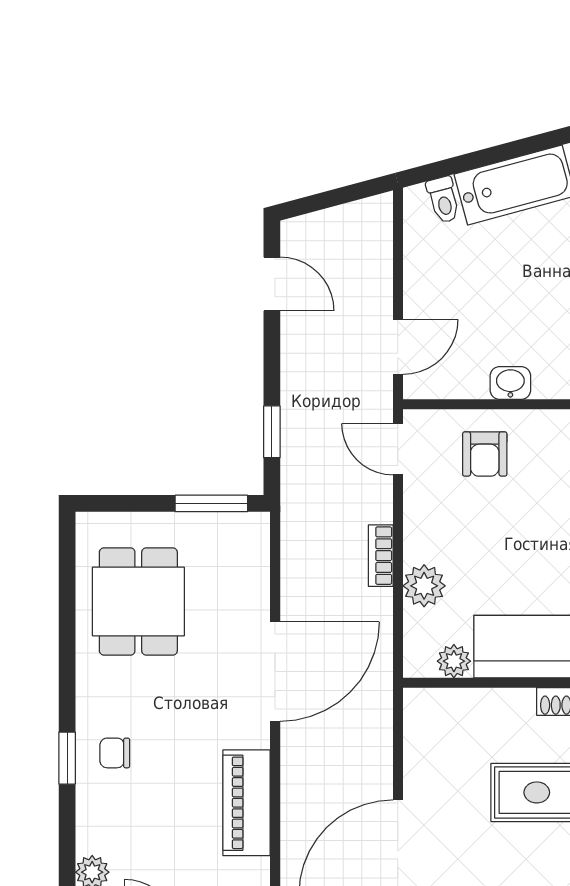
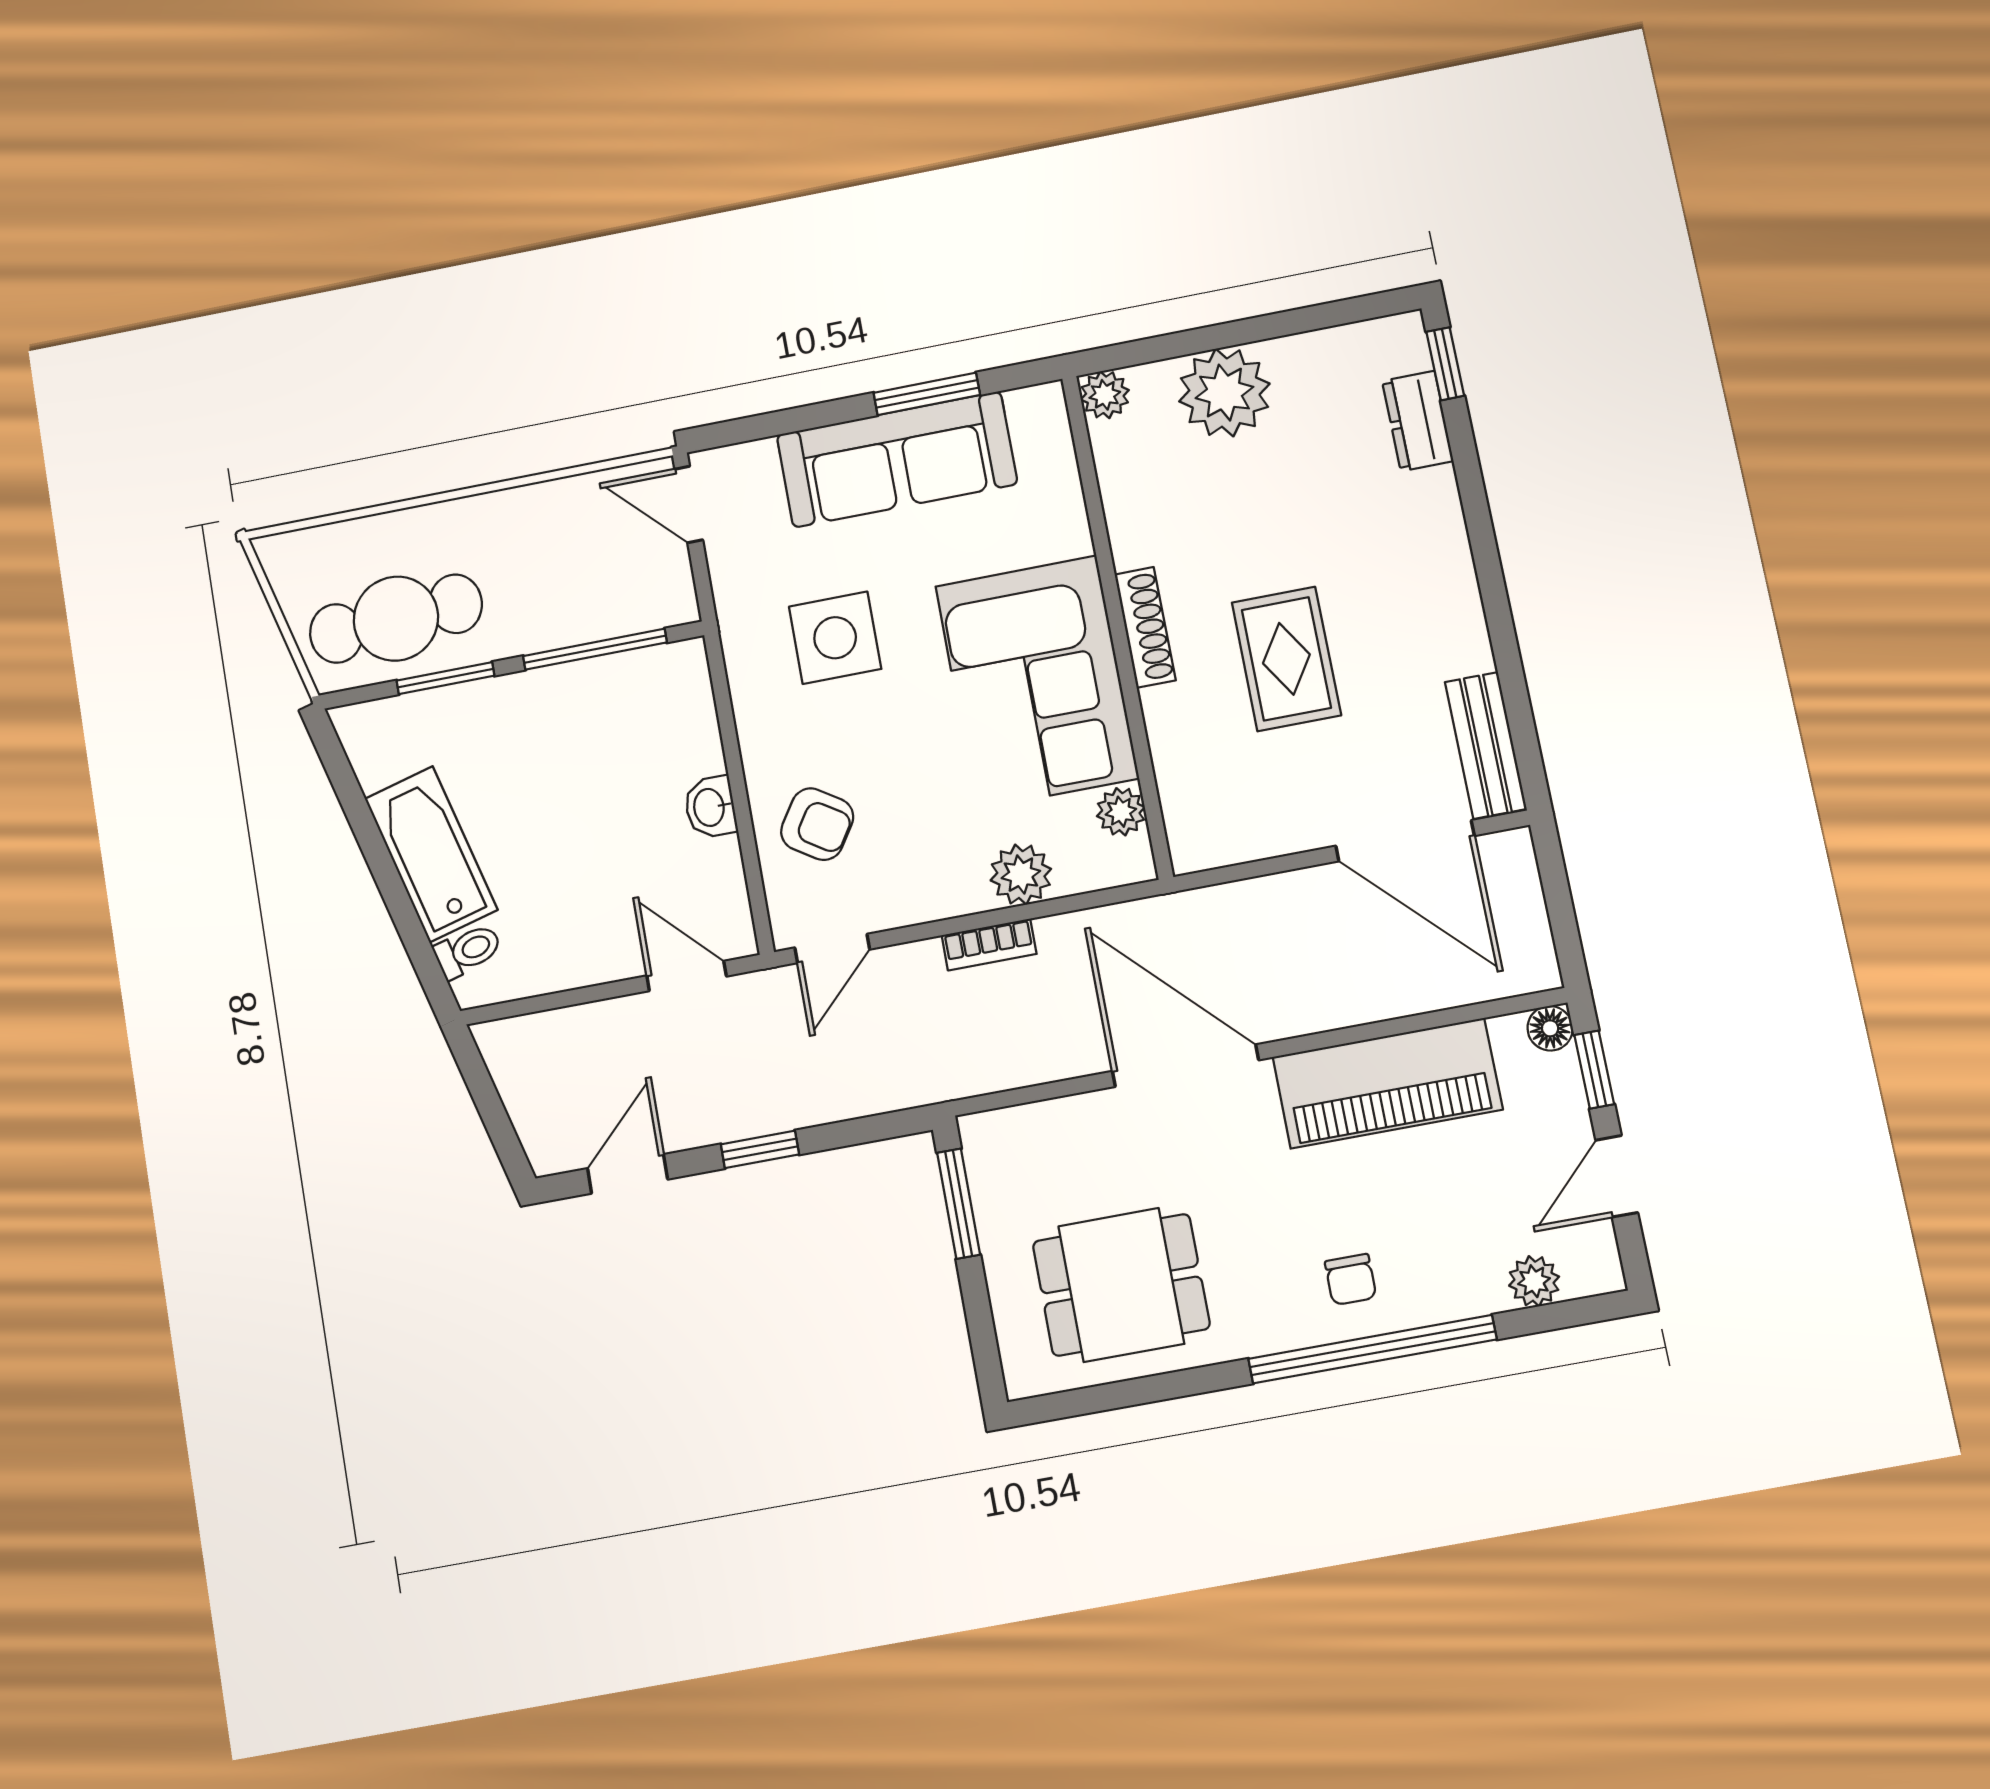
window: (272, 432) -> (760, 1149), moved
armchair: (485, 454) -> (817, 824), turned 33
window: (67, 758) -> (1372, 1349), width x3.17
piano: (247, 803) -> (1387, 1083), width x1.37, depth x1.33

